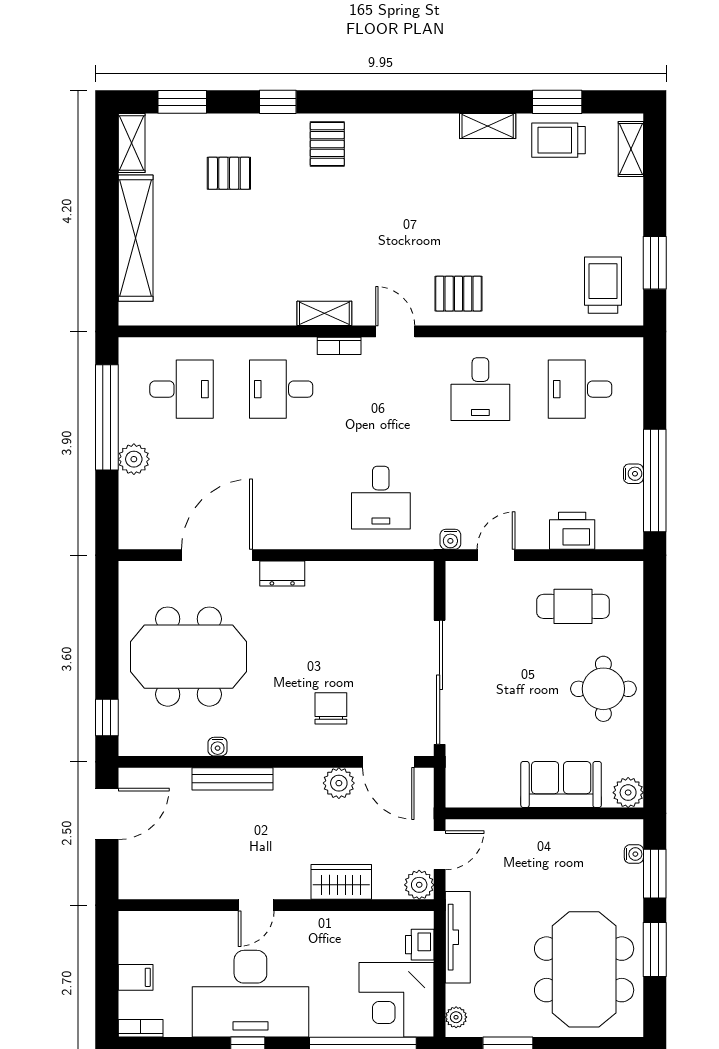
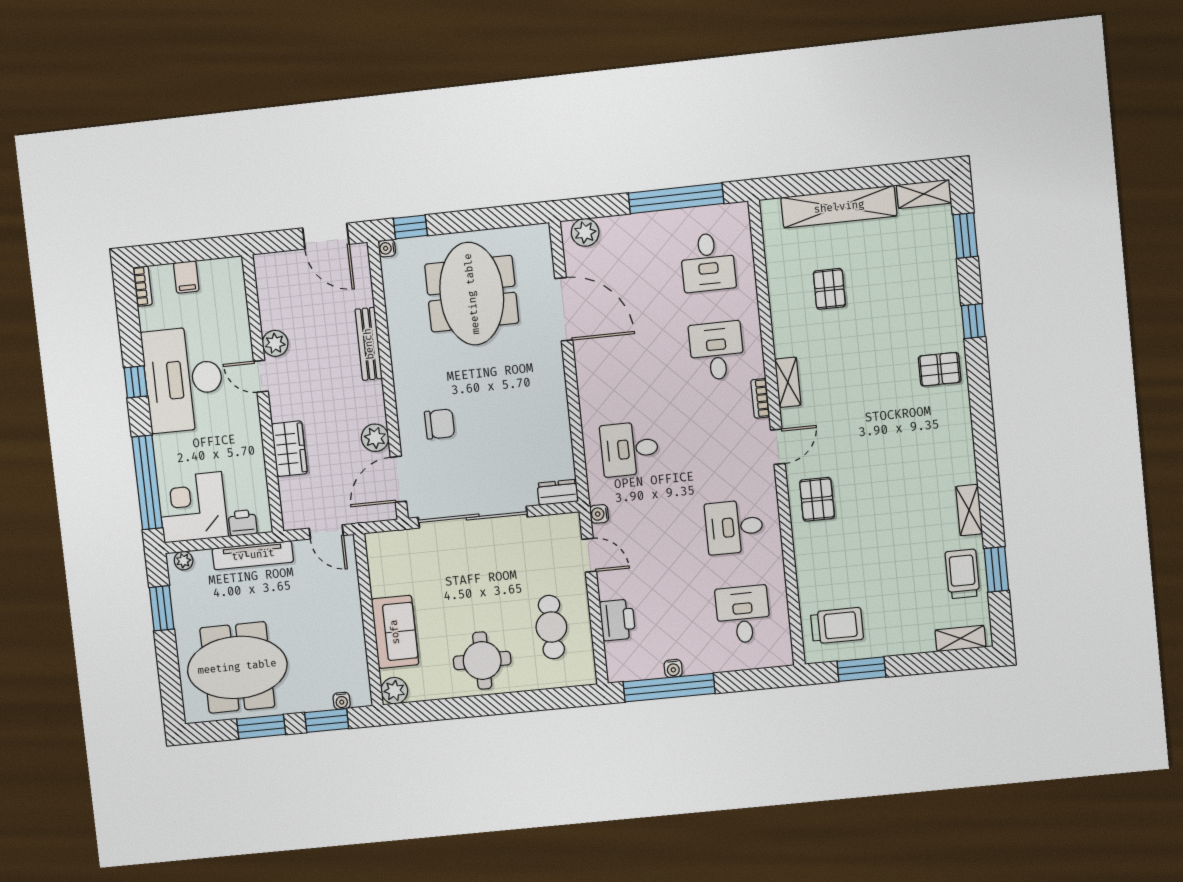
pallet: (229, 173) -> (829, 289), moved
plant: (134, 459) -> (585, 232), moved
dresser: (282, 574) -> (558, 492), moved, turned 90
water cooler: (218, 747) -> (387, 248), moved
plant: (419, 885) -> (275, 343), moved

